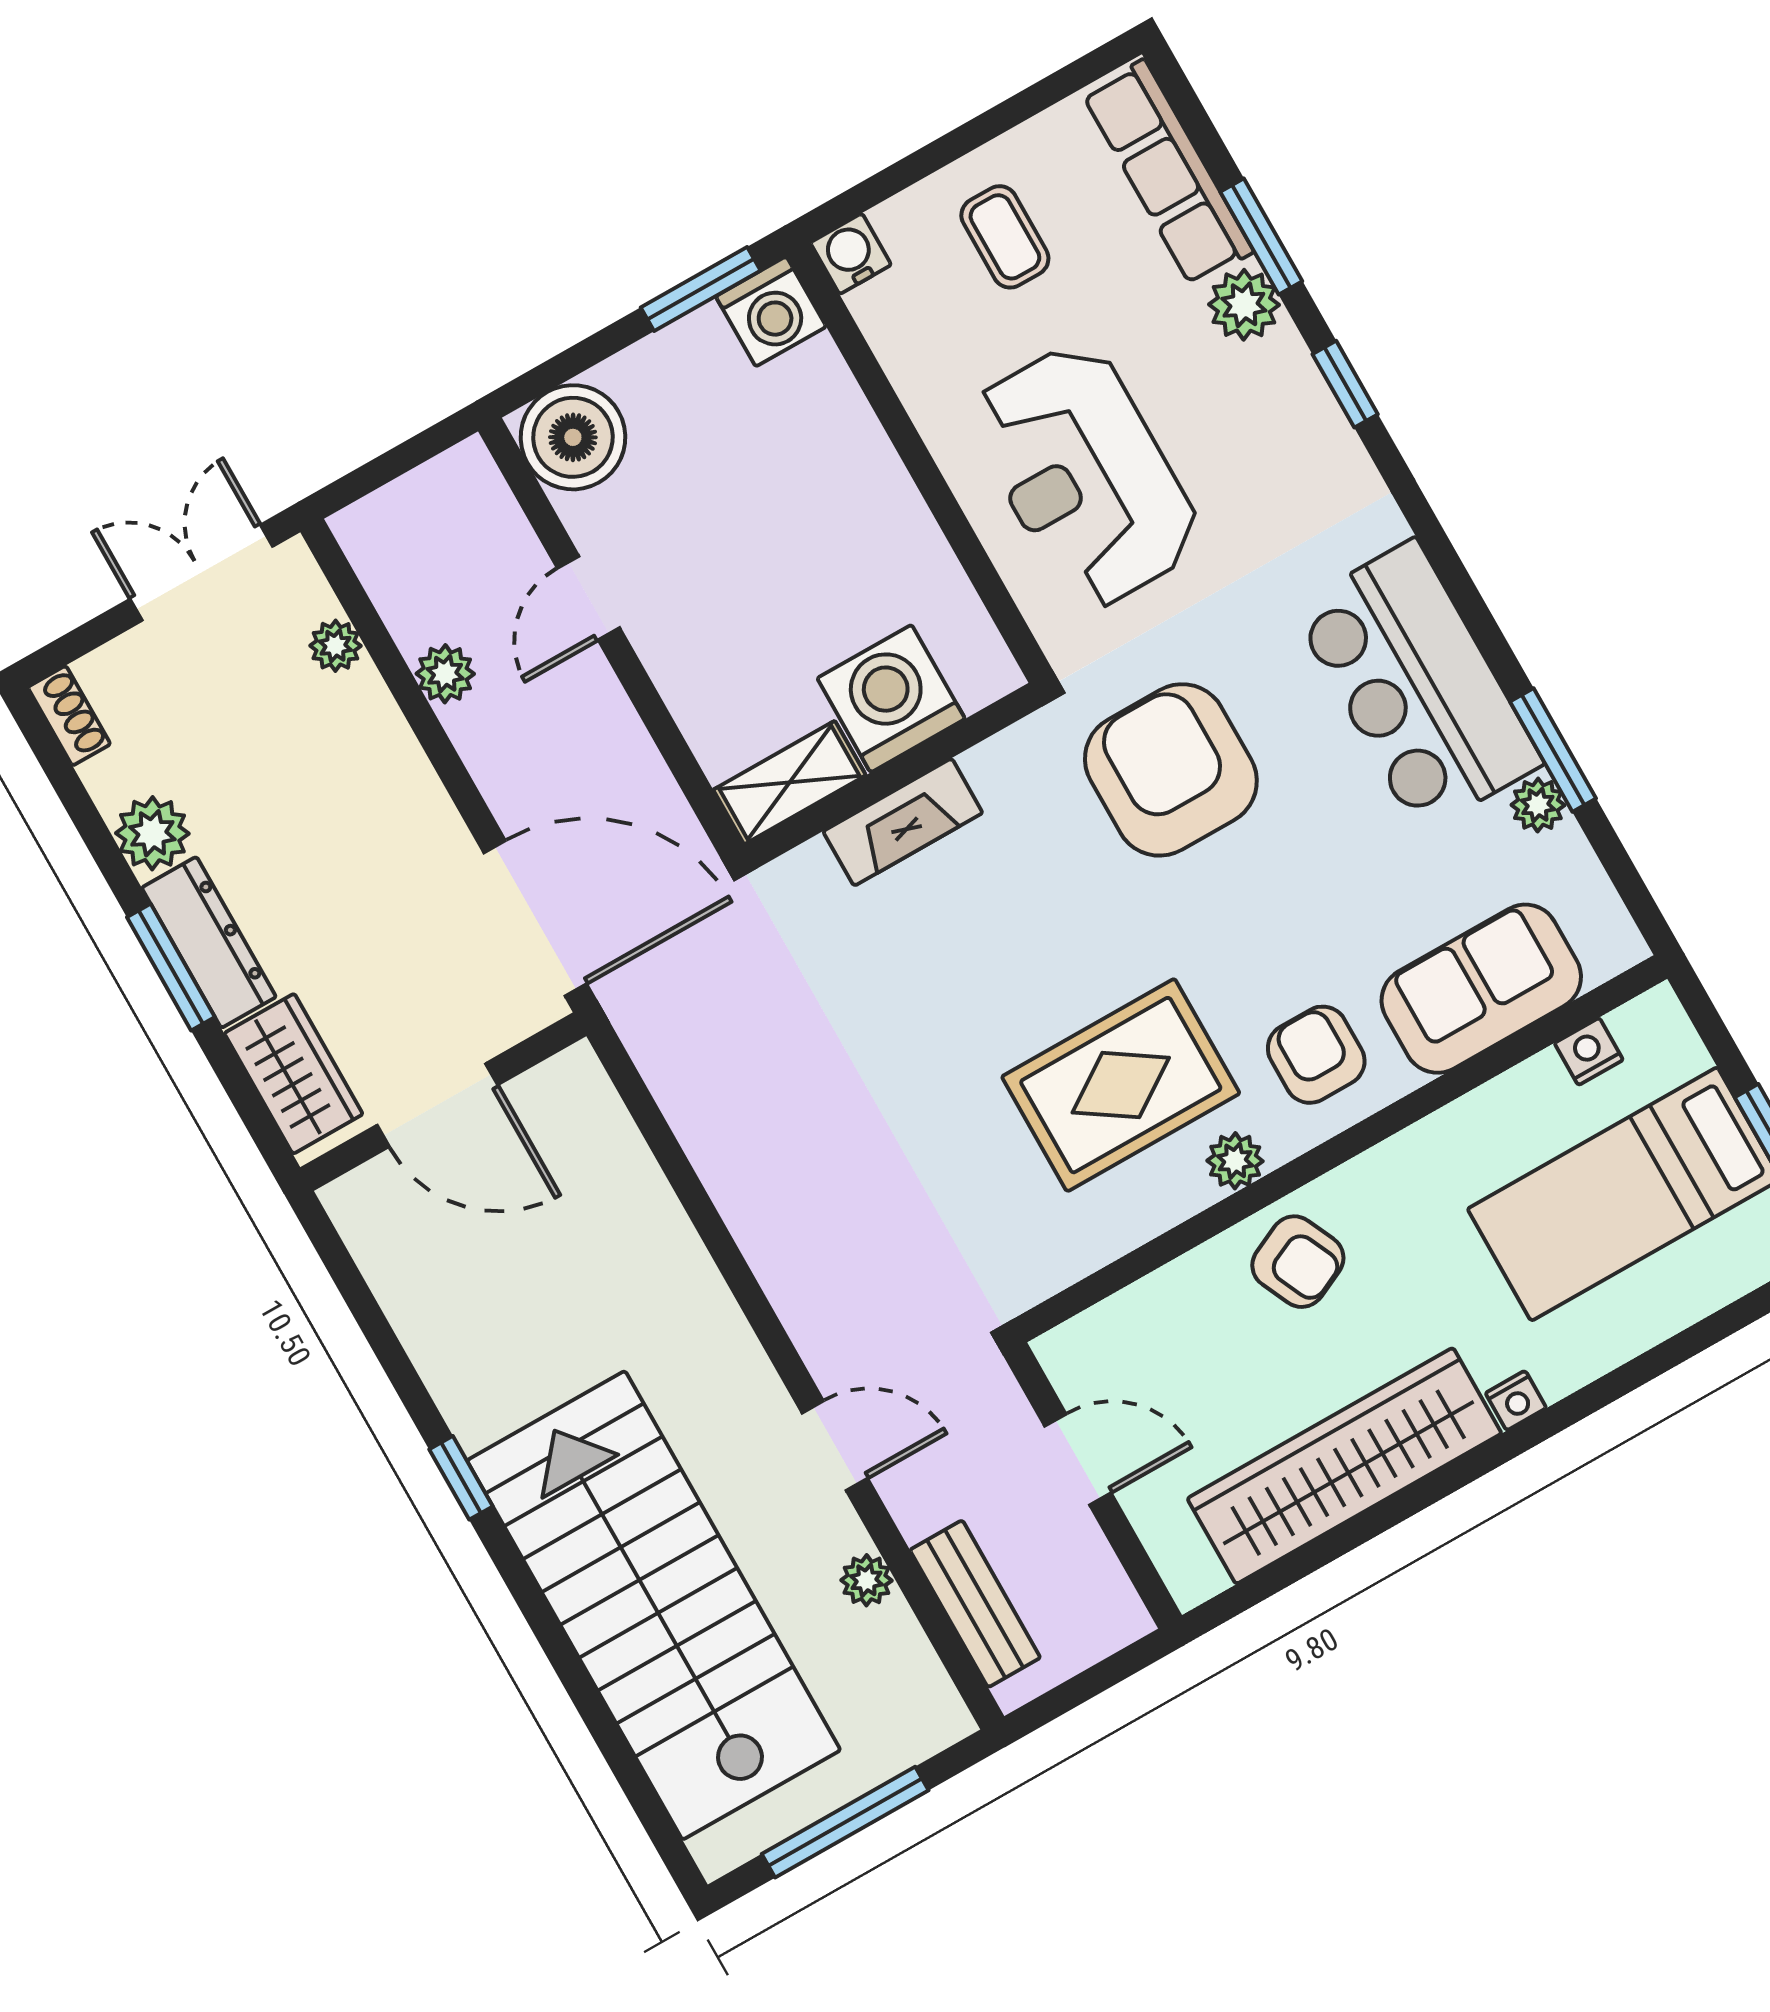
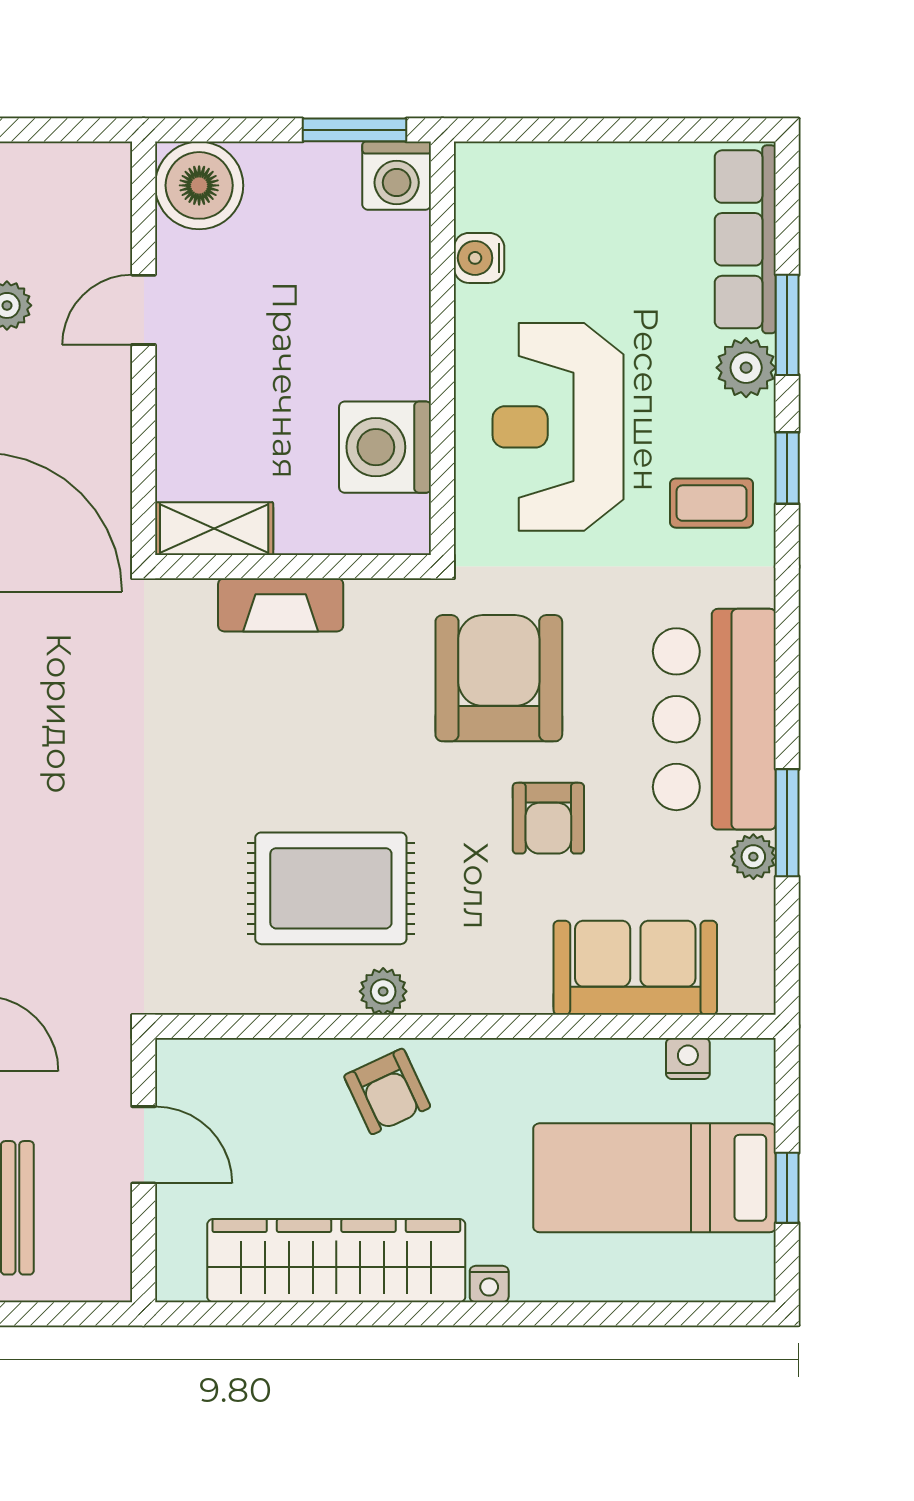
coffee table: (1005, 237) -> (712, 503), moved, turned 90
water cooler: (851, 254) -> (479, 258), moved, turned -90
washing machine: (891, 699) -> (385, 447), moved, turned -90
armchair: (1316, 1055) -> (548, 818), moved, turned 180

